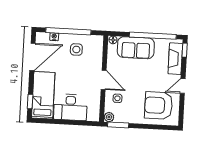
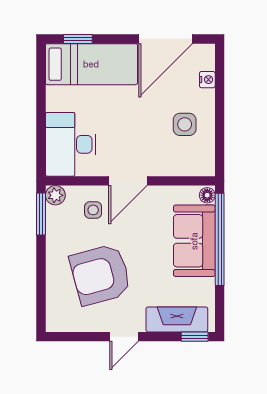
window: (68, 31) -> (220, 107), removed
window: (153, 36) -> (220, 239), moved
door: (32, 57) -> (166, 39), hinge flipped
door: (183, 86) -> (124, 337), swing flipped
armchair: (158, 105) -> (100, 275), moved, turned -105
desk: (70, 107) -> (71, 144), moved

